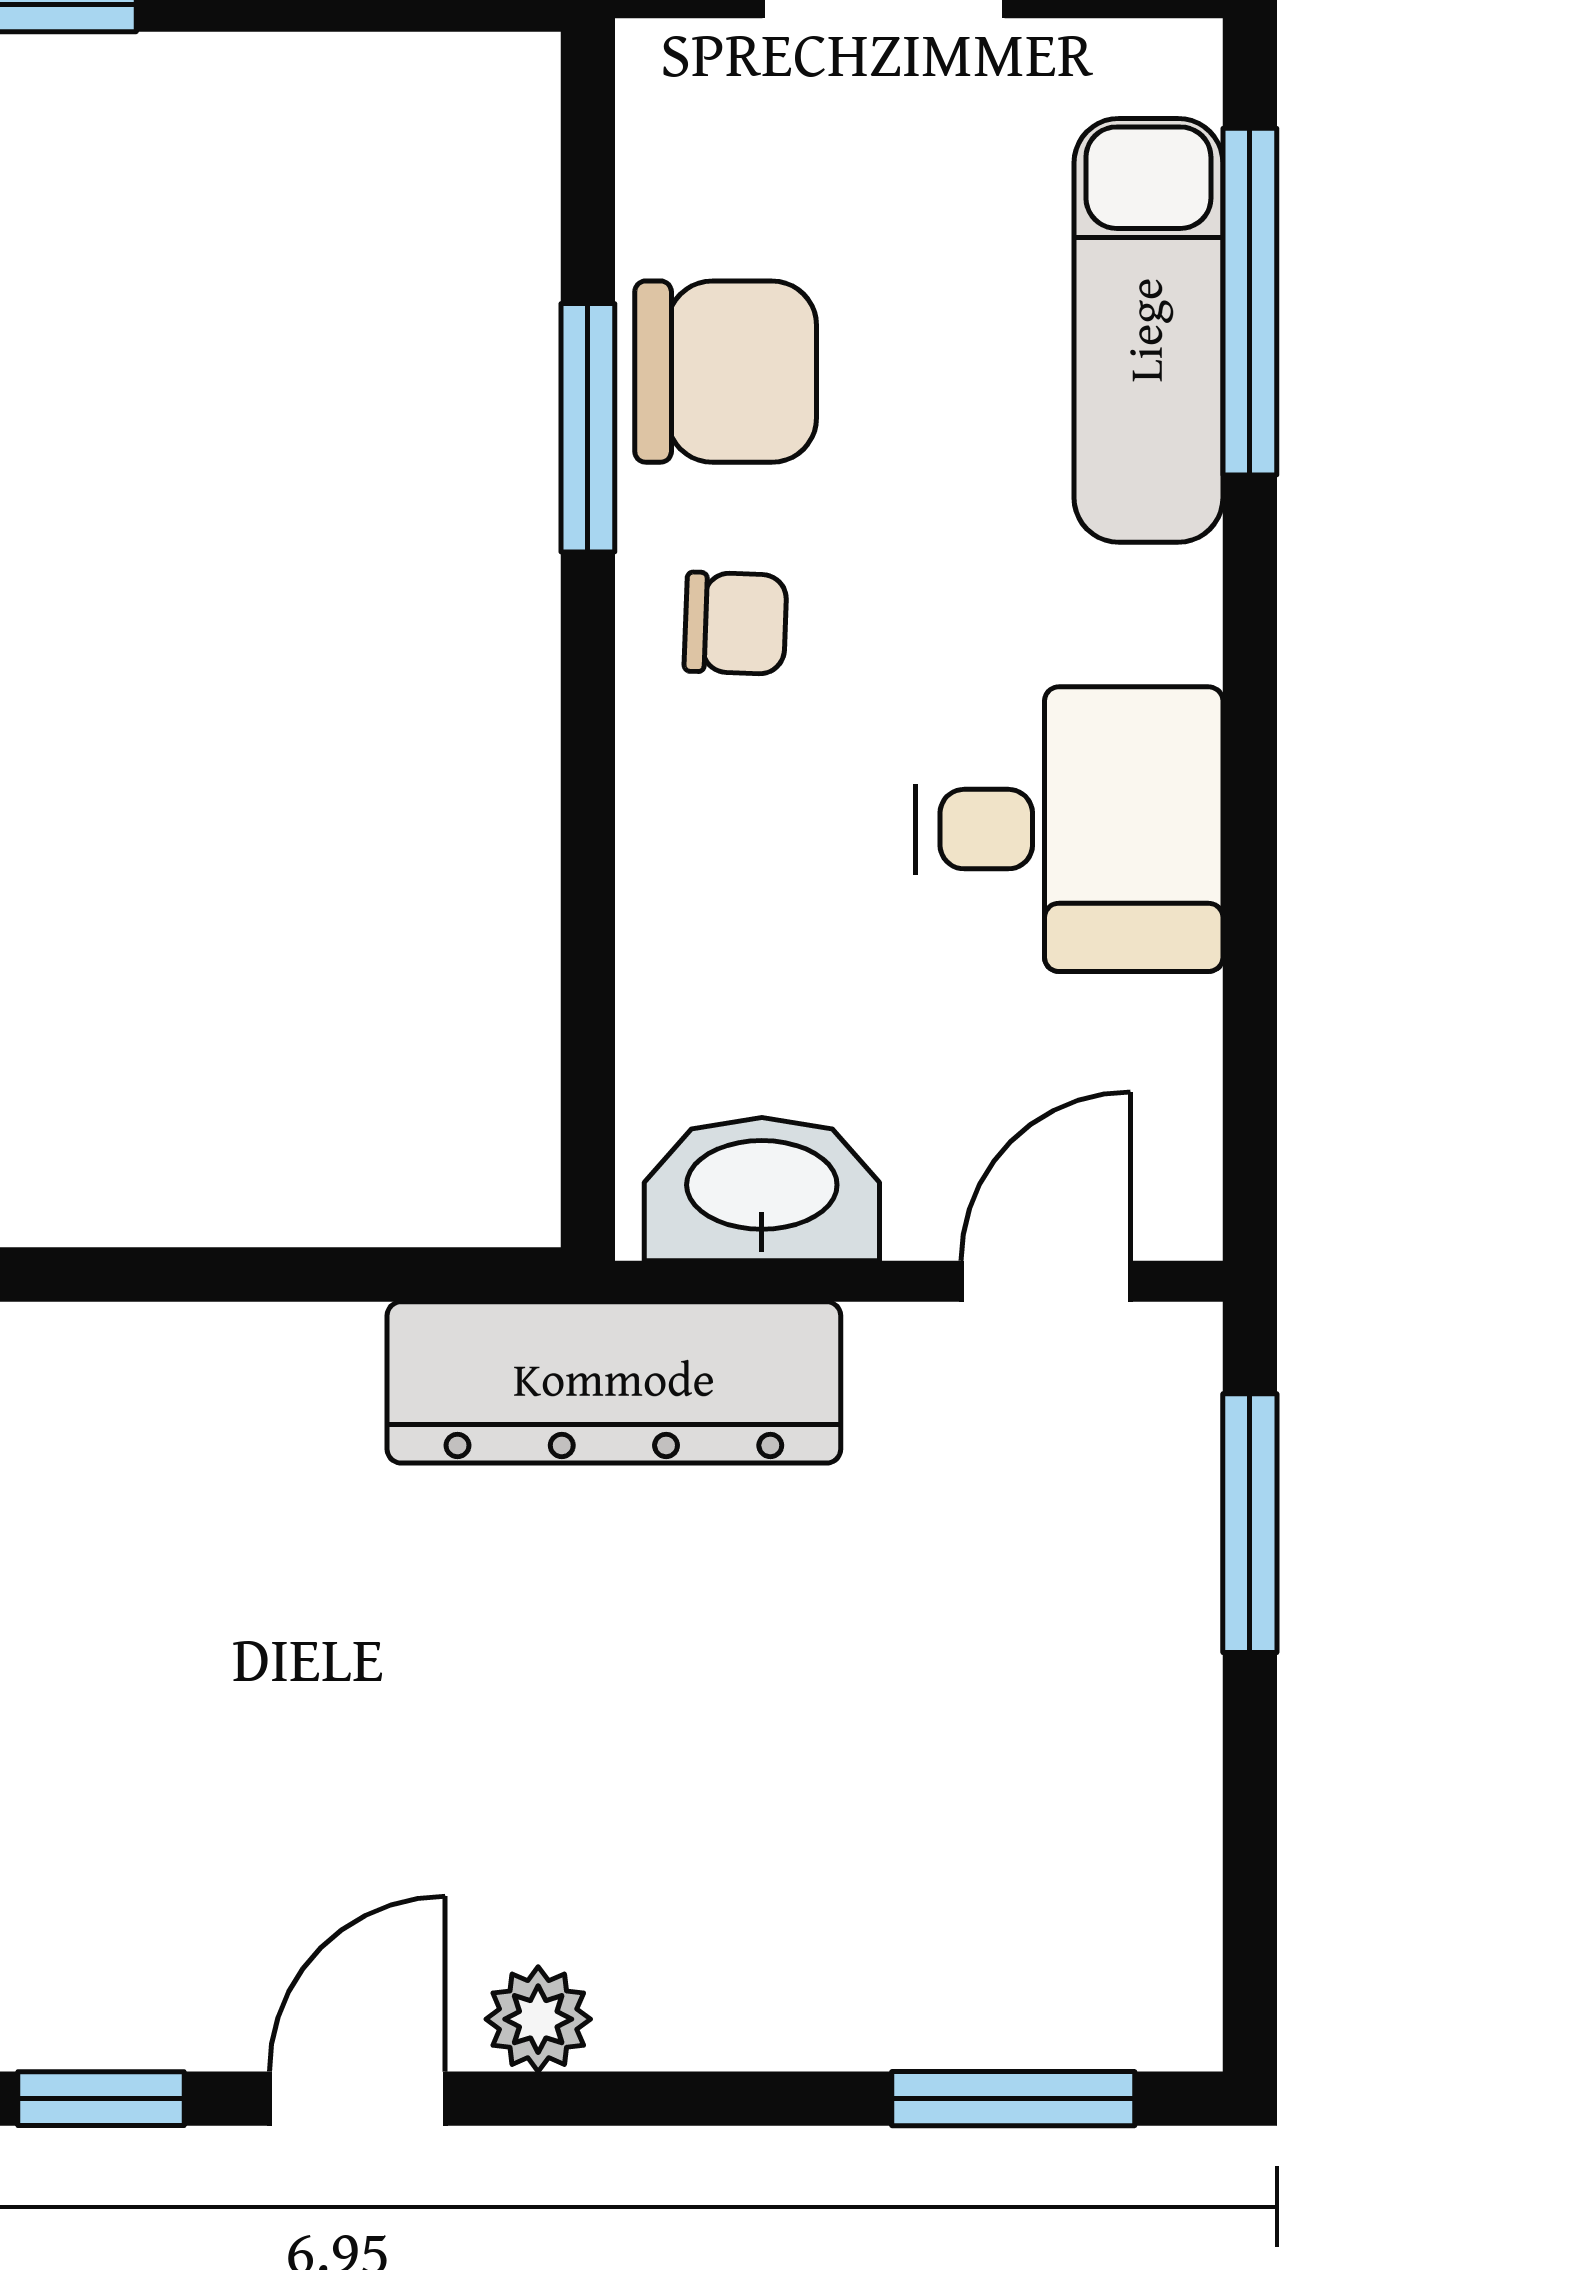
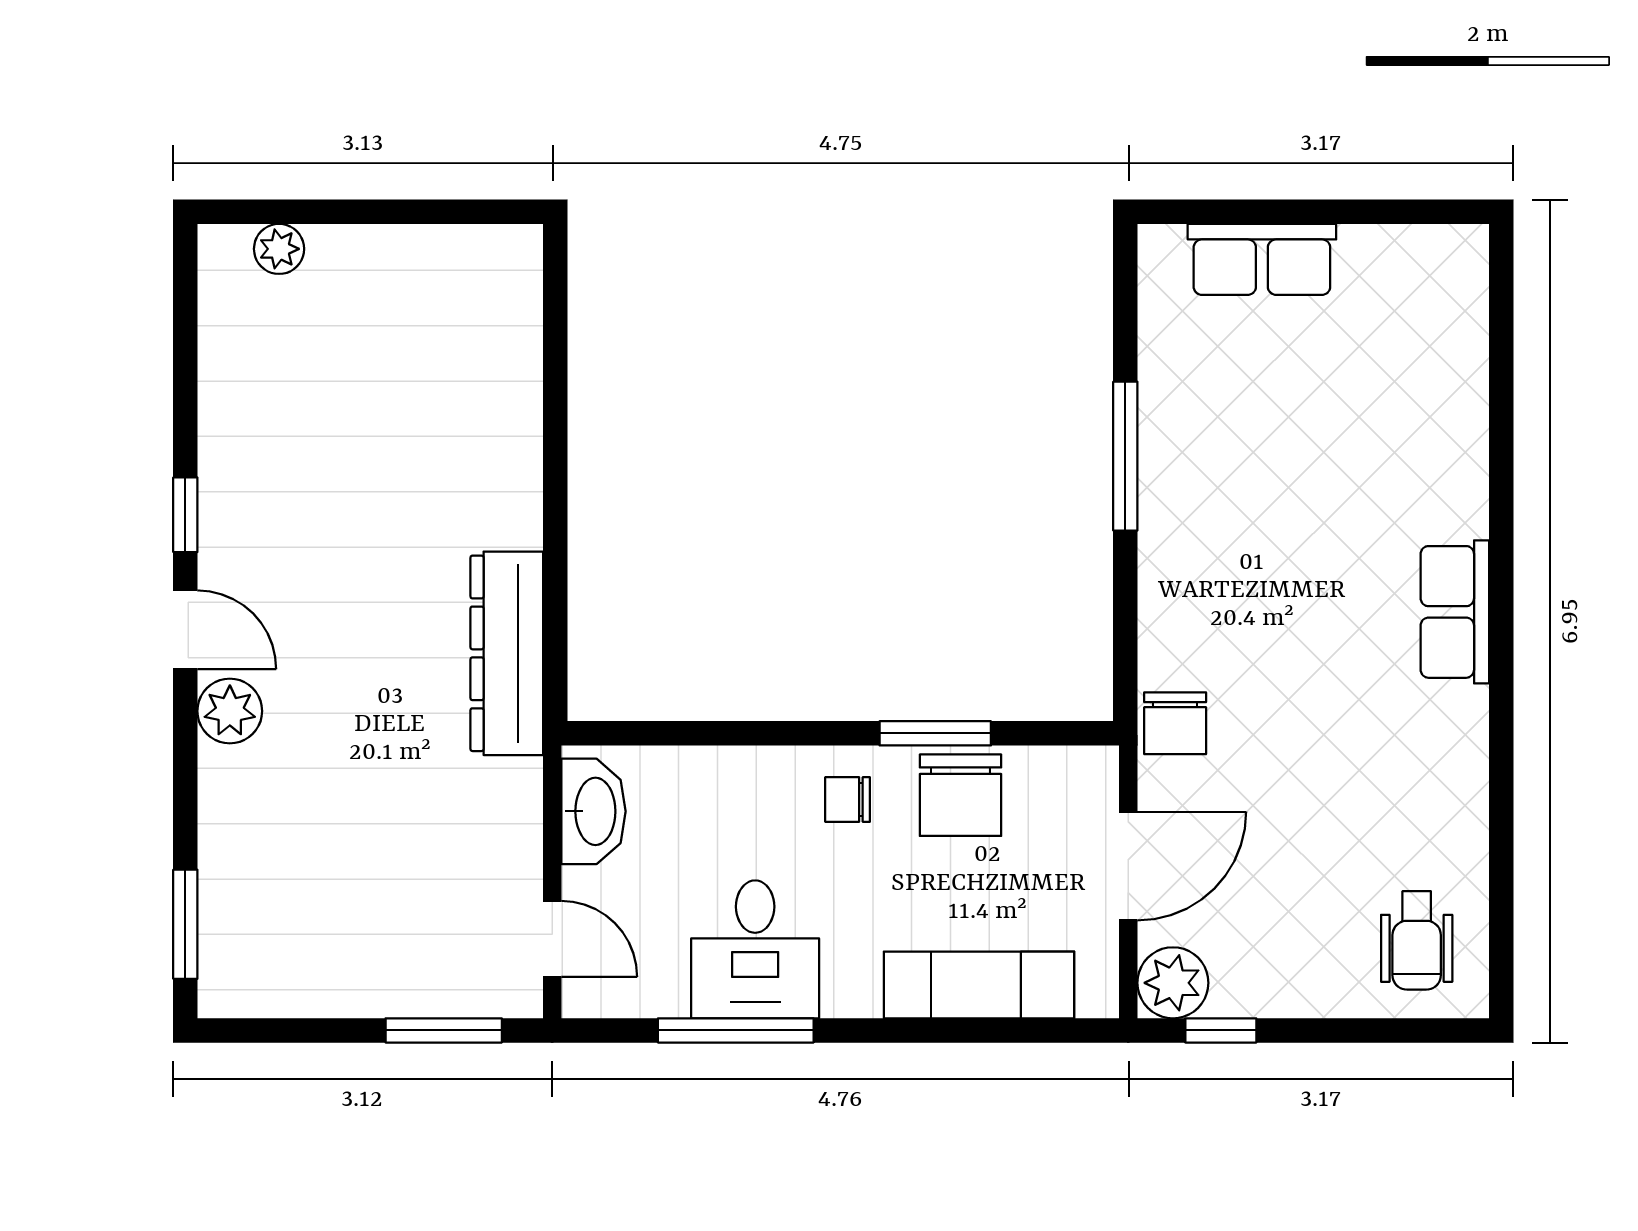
window: (1250, 302) -> (736, 1030), moved
chair: (735, 623) -> (848, 800), turned 88
dresser: (614, 1382) -> (507, 653), moved
plant: (538, 2019) -> (230, 711), width x1.38, depth x1.38

